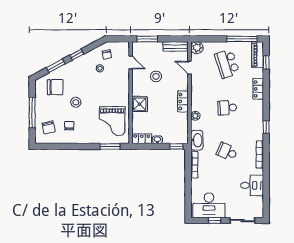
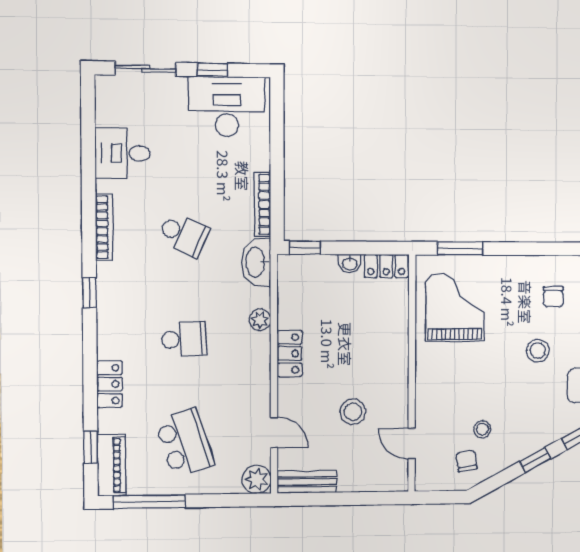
window: (147, 39) -> (373, 498), removed
shower: (140, 104) -> (391, 347), removed

